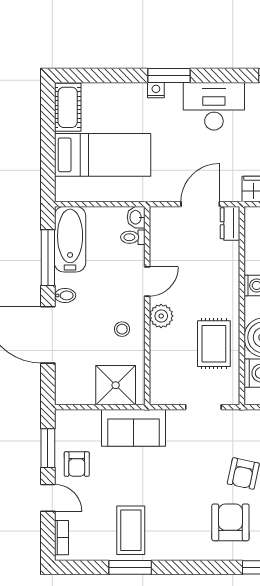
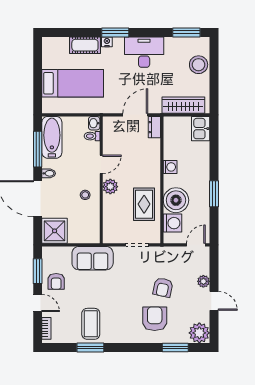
cot: (68, 107) -> (85, 45), moved, turned 90
shower: (116, 385) -> (55, 231), moved

